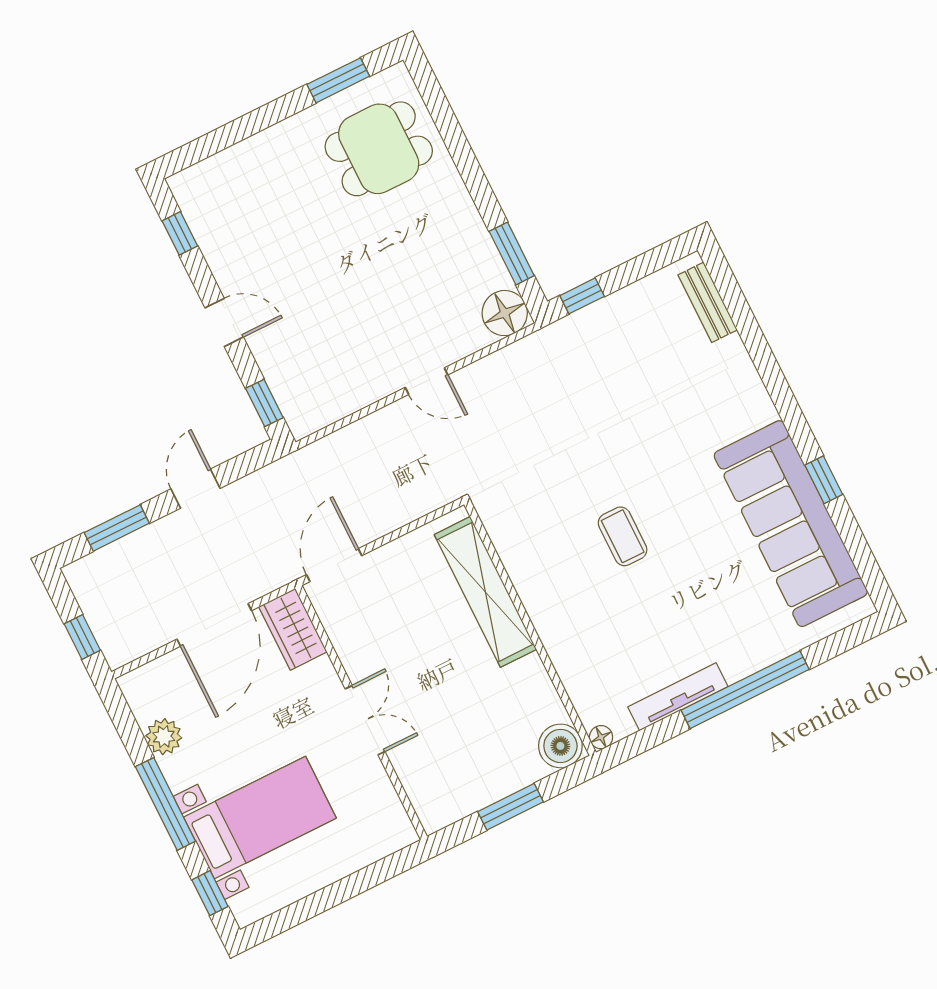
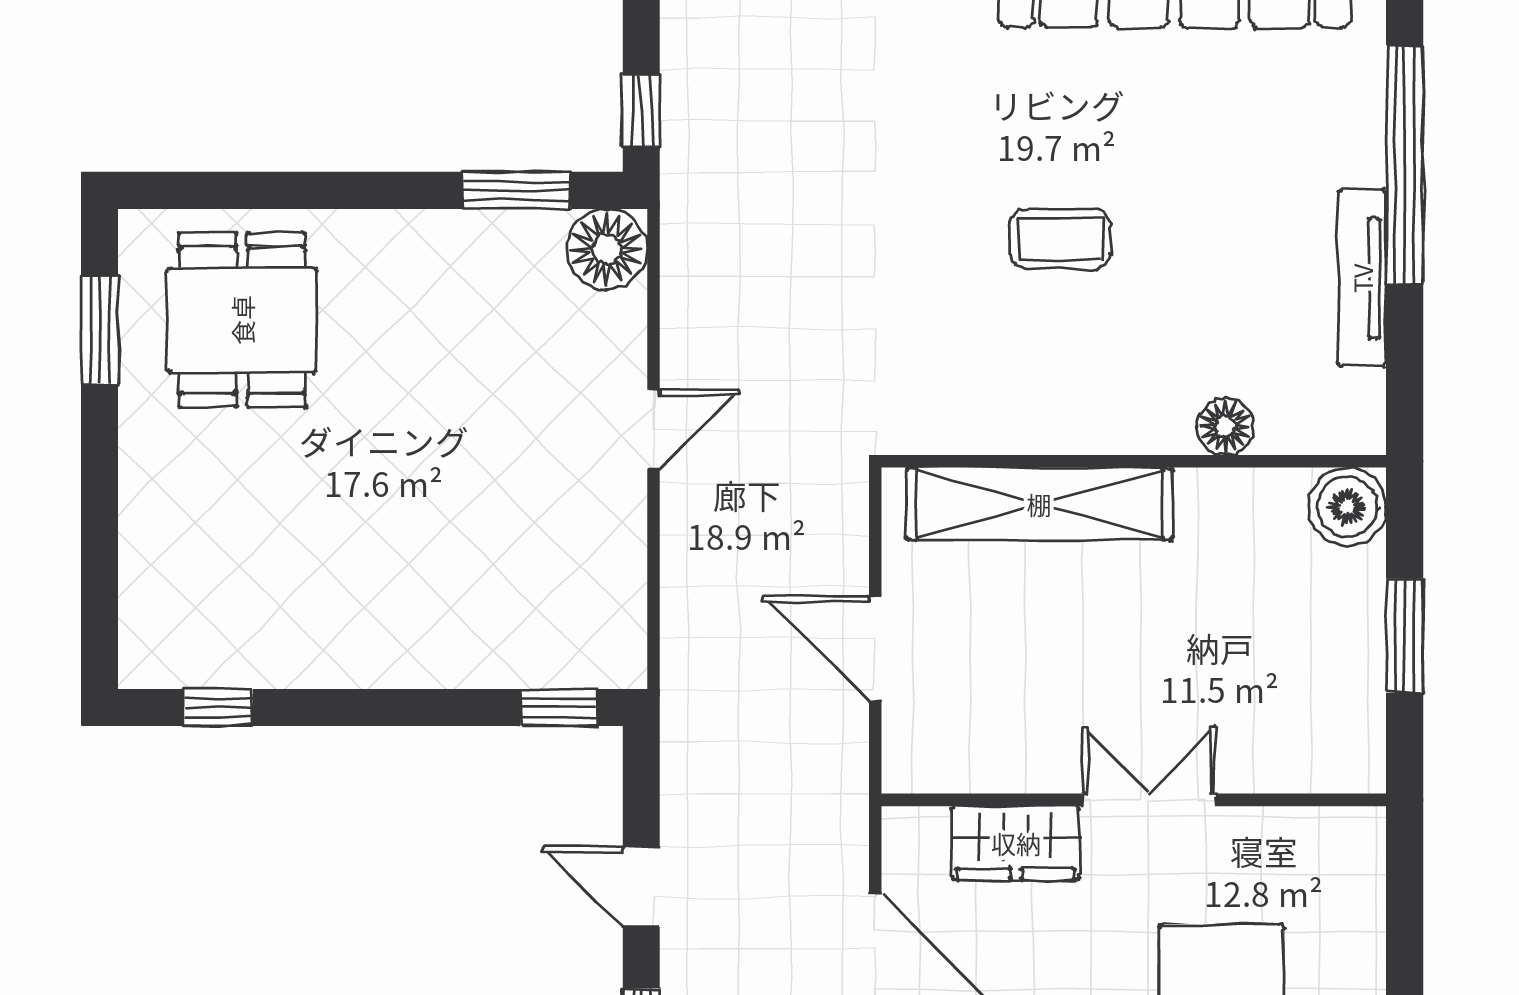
door: (224, 322) -> (397, 708), removed
door: (334, 565) -> (875, 649), moved
wardrobe: (293, 629) -> (1016, 843), moved
floor lamp: (601, 737) -> (1225, 427), moved, width x1.37, depth x1.37

